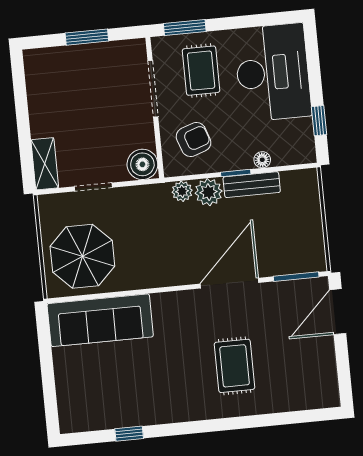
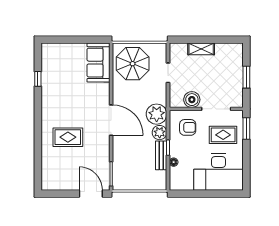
window: (319, 121) -> (191, 194), removed
armchair: (194, 140) -> (188, 127), turned -71
shelving: (45, 164) -> (201, 49), moved
boiler: (142, 164) -> (192, 100), moved
plant: (182, 191) -> (157, 114), width x1.87, depth x1.87
door: (229, 283) -> (111, 120), moved
sofa: (100, 320) -> (98, 63), width x0.73

